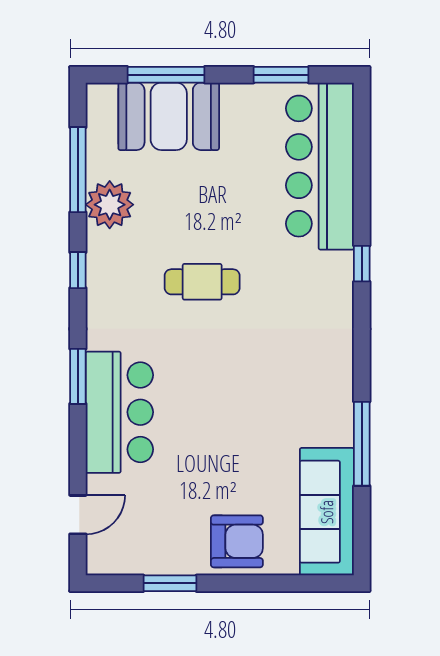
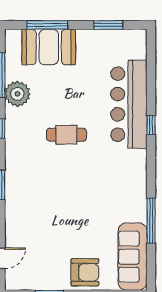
bar counter: (320, 166) -> (129, 104), moved
bar counter: (119, 412) -> (23, 204), removed

